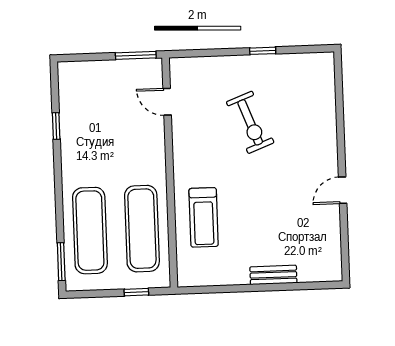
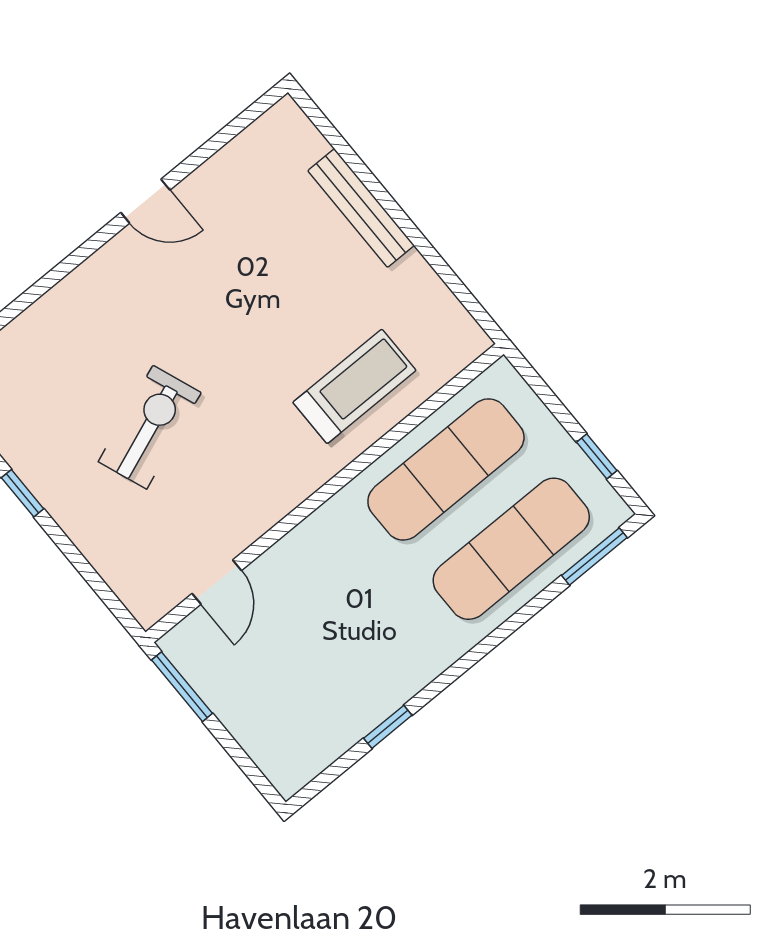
bench: (273, 275) -> (361, 208), width x1.36
window: (136, 292) -> (597, 456), moved

